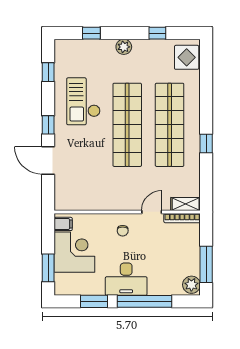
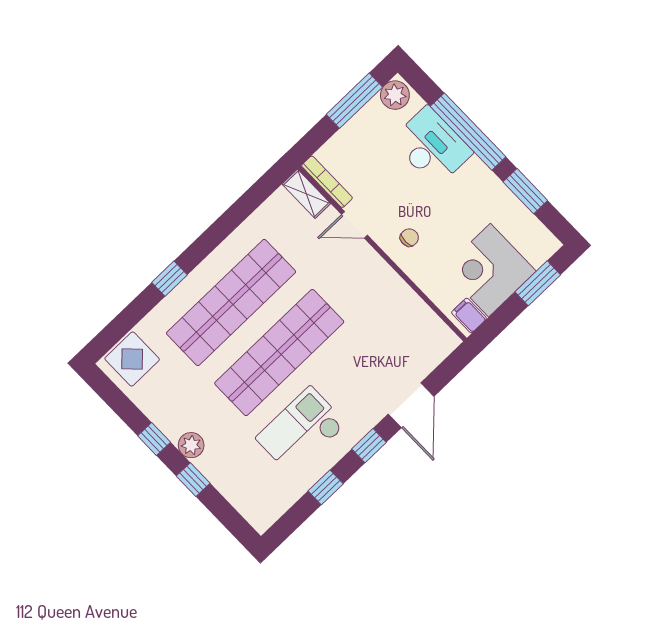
window: (91, 33) -> (193, 480), moved
window: (157, 33) -> (154, 439), moved
window: (48, 72) -> (326, 487), moved
checkout: (83, 101) -> (301, 431), turned 180
window: (206, 144) -> (169, 279), moved
desk: (126, 279) -> (432, 146), moved

